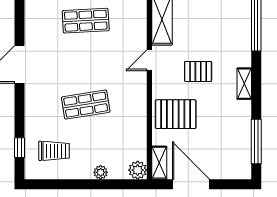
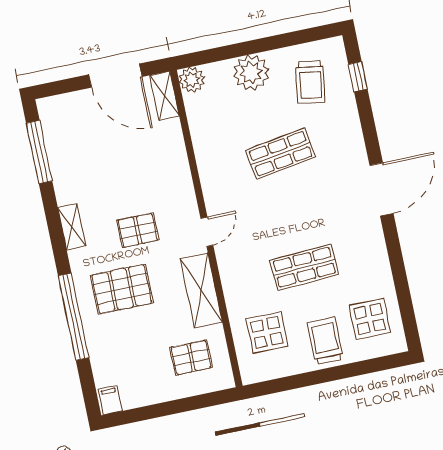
pallet: (176, 114) -> (122, 289), moved
trolley: (54, 151) -> (310, 82), turned -81
plant: (101, 172) -> (251, 73), width x1.88, depth x1.88

